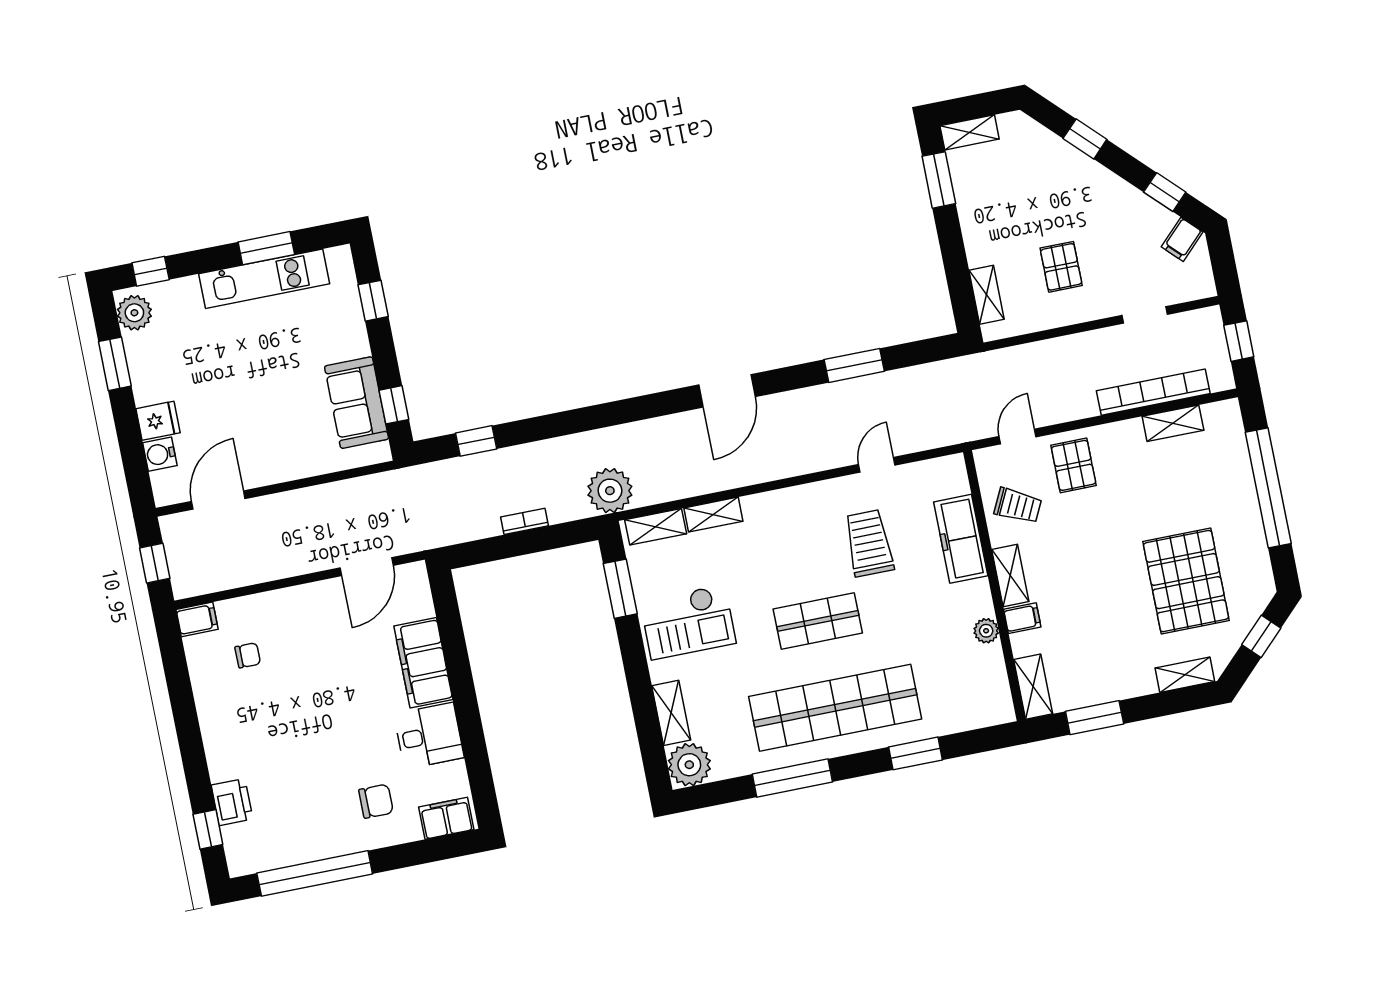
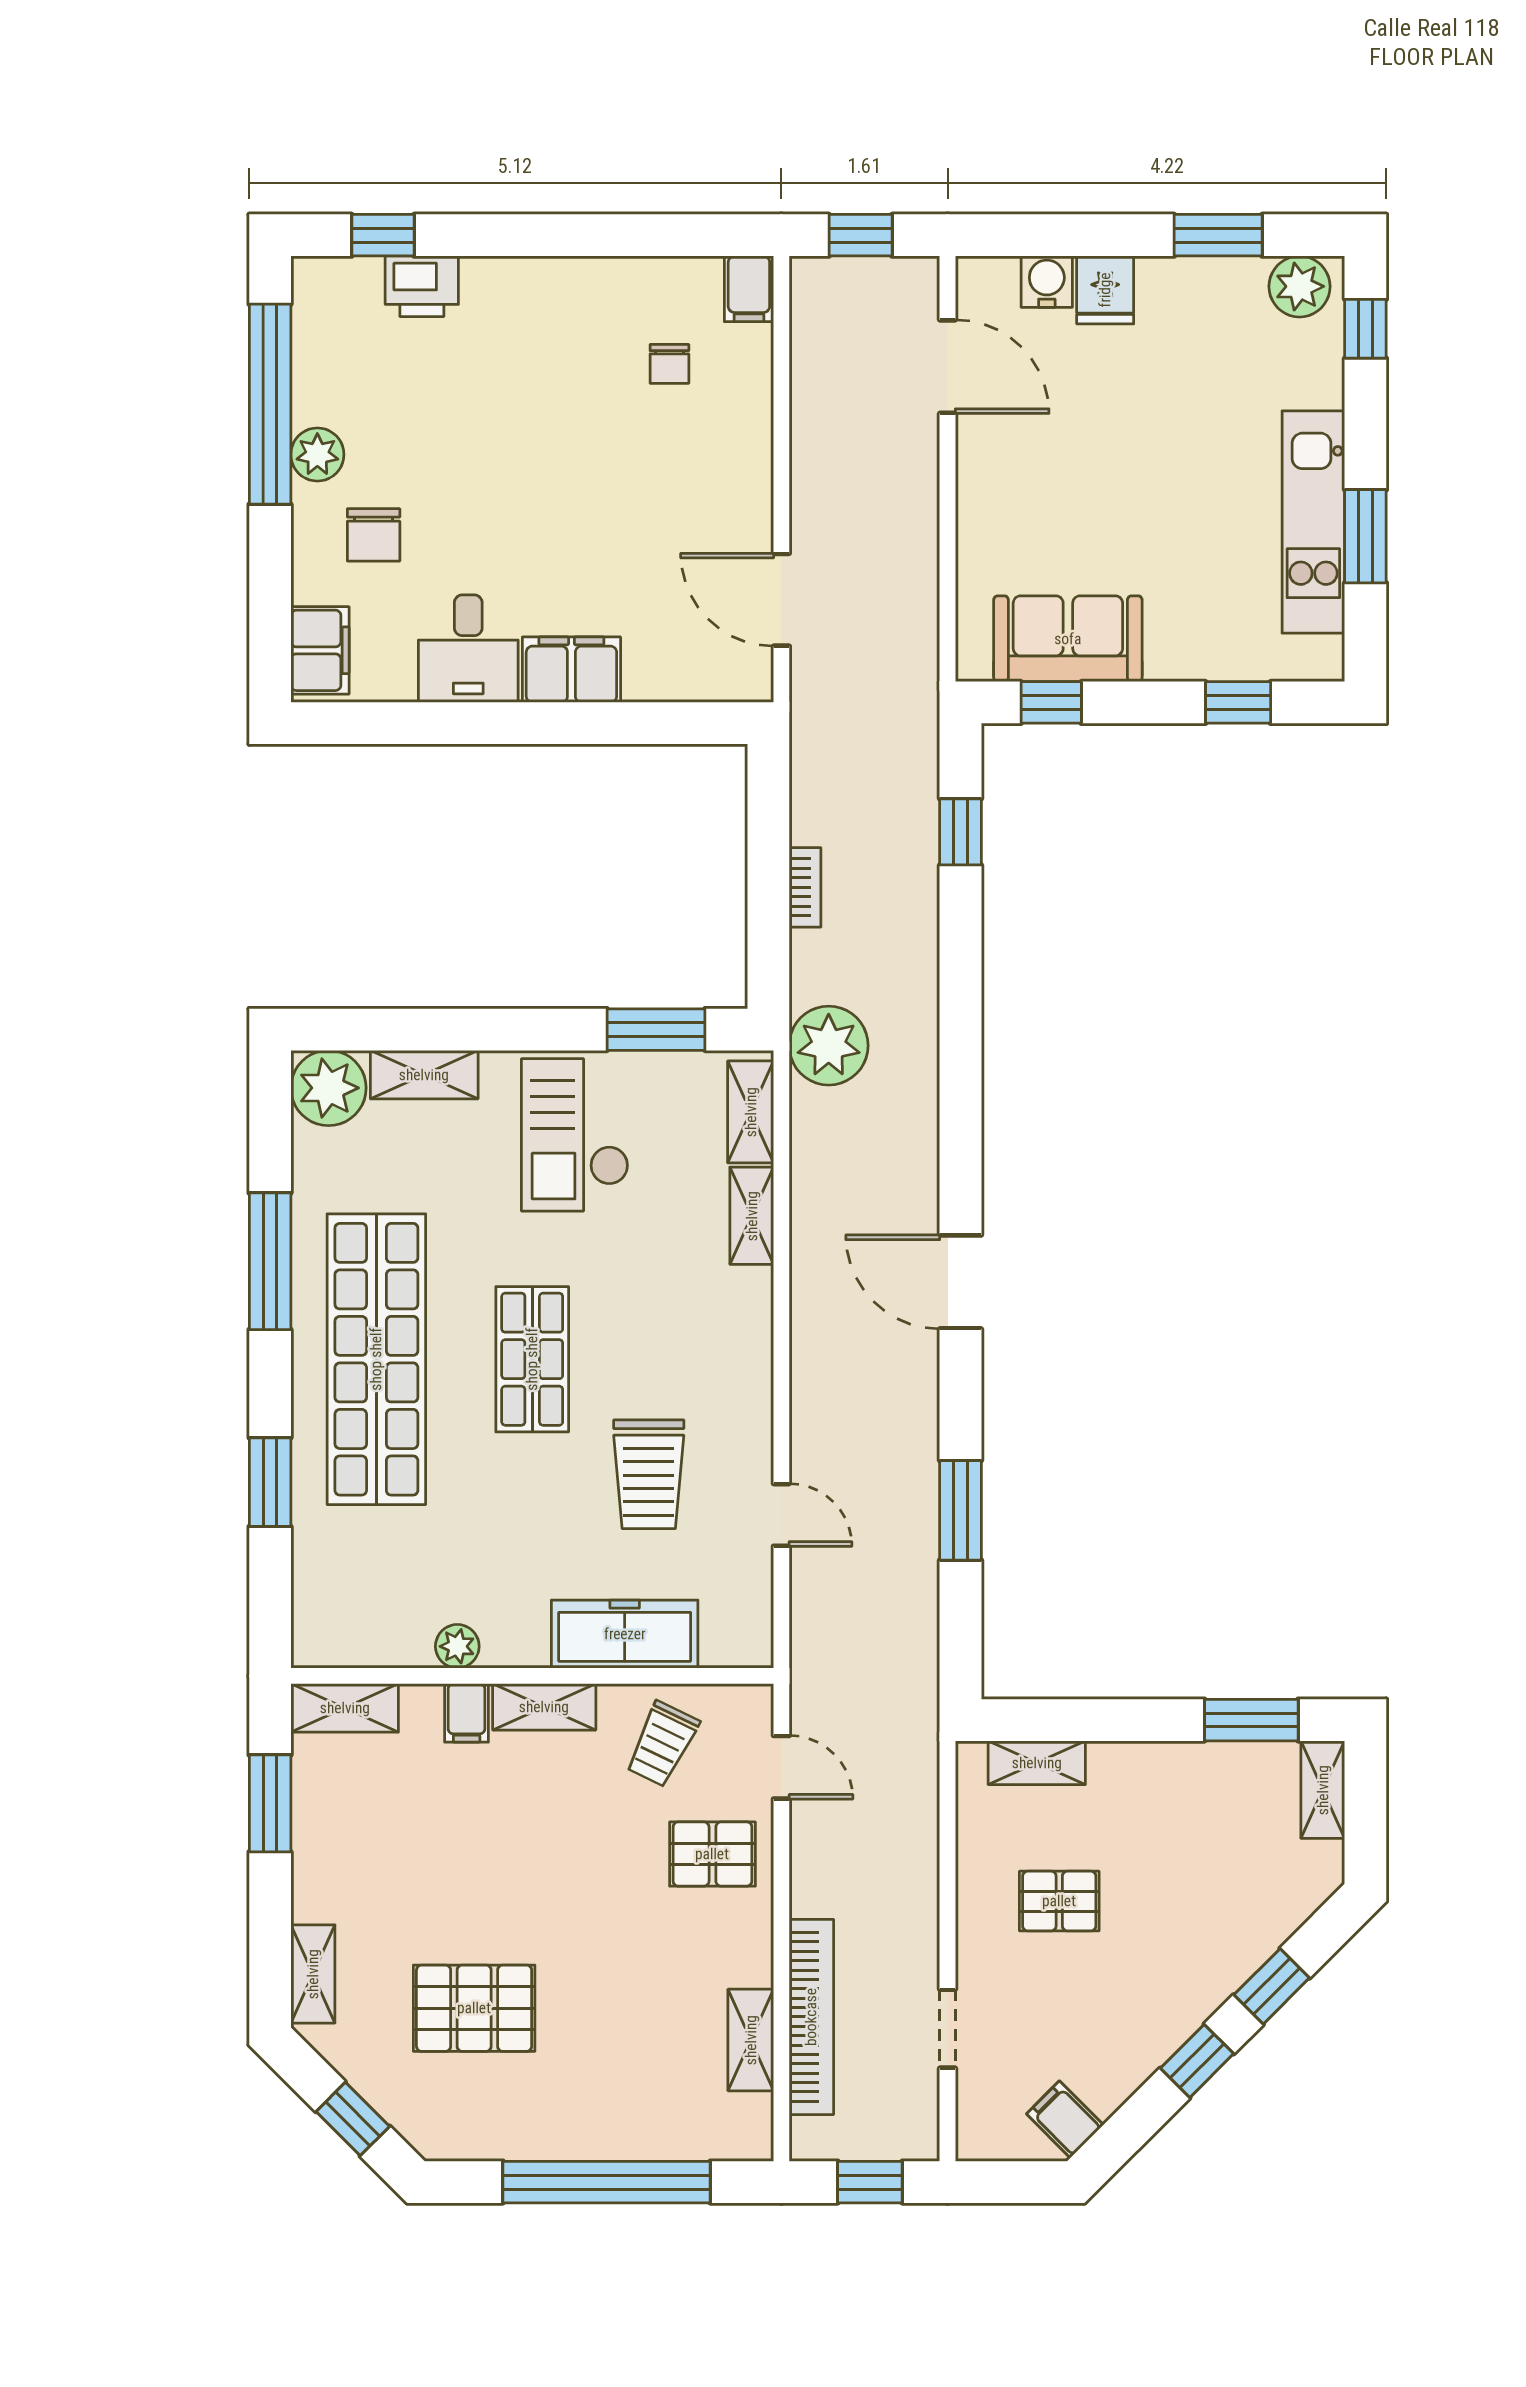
window: (1165, 192) -> (1197, 2061), moved
trolley: (869, 543) -> (649, 1474), turned 90
pallet: (1186, 581) -> (474, 2008), width x0.73, depth x0.71
filing cabinet: (423, 663) -> (571, 670), width x0.67, depth x0.86
plant: (337, 841) -> (317, 455), added

